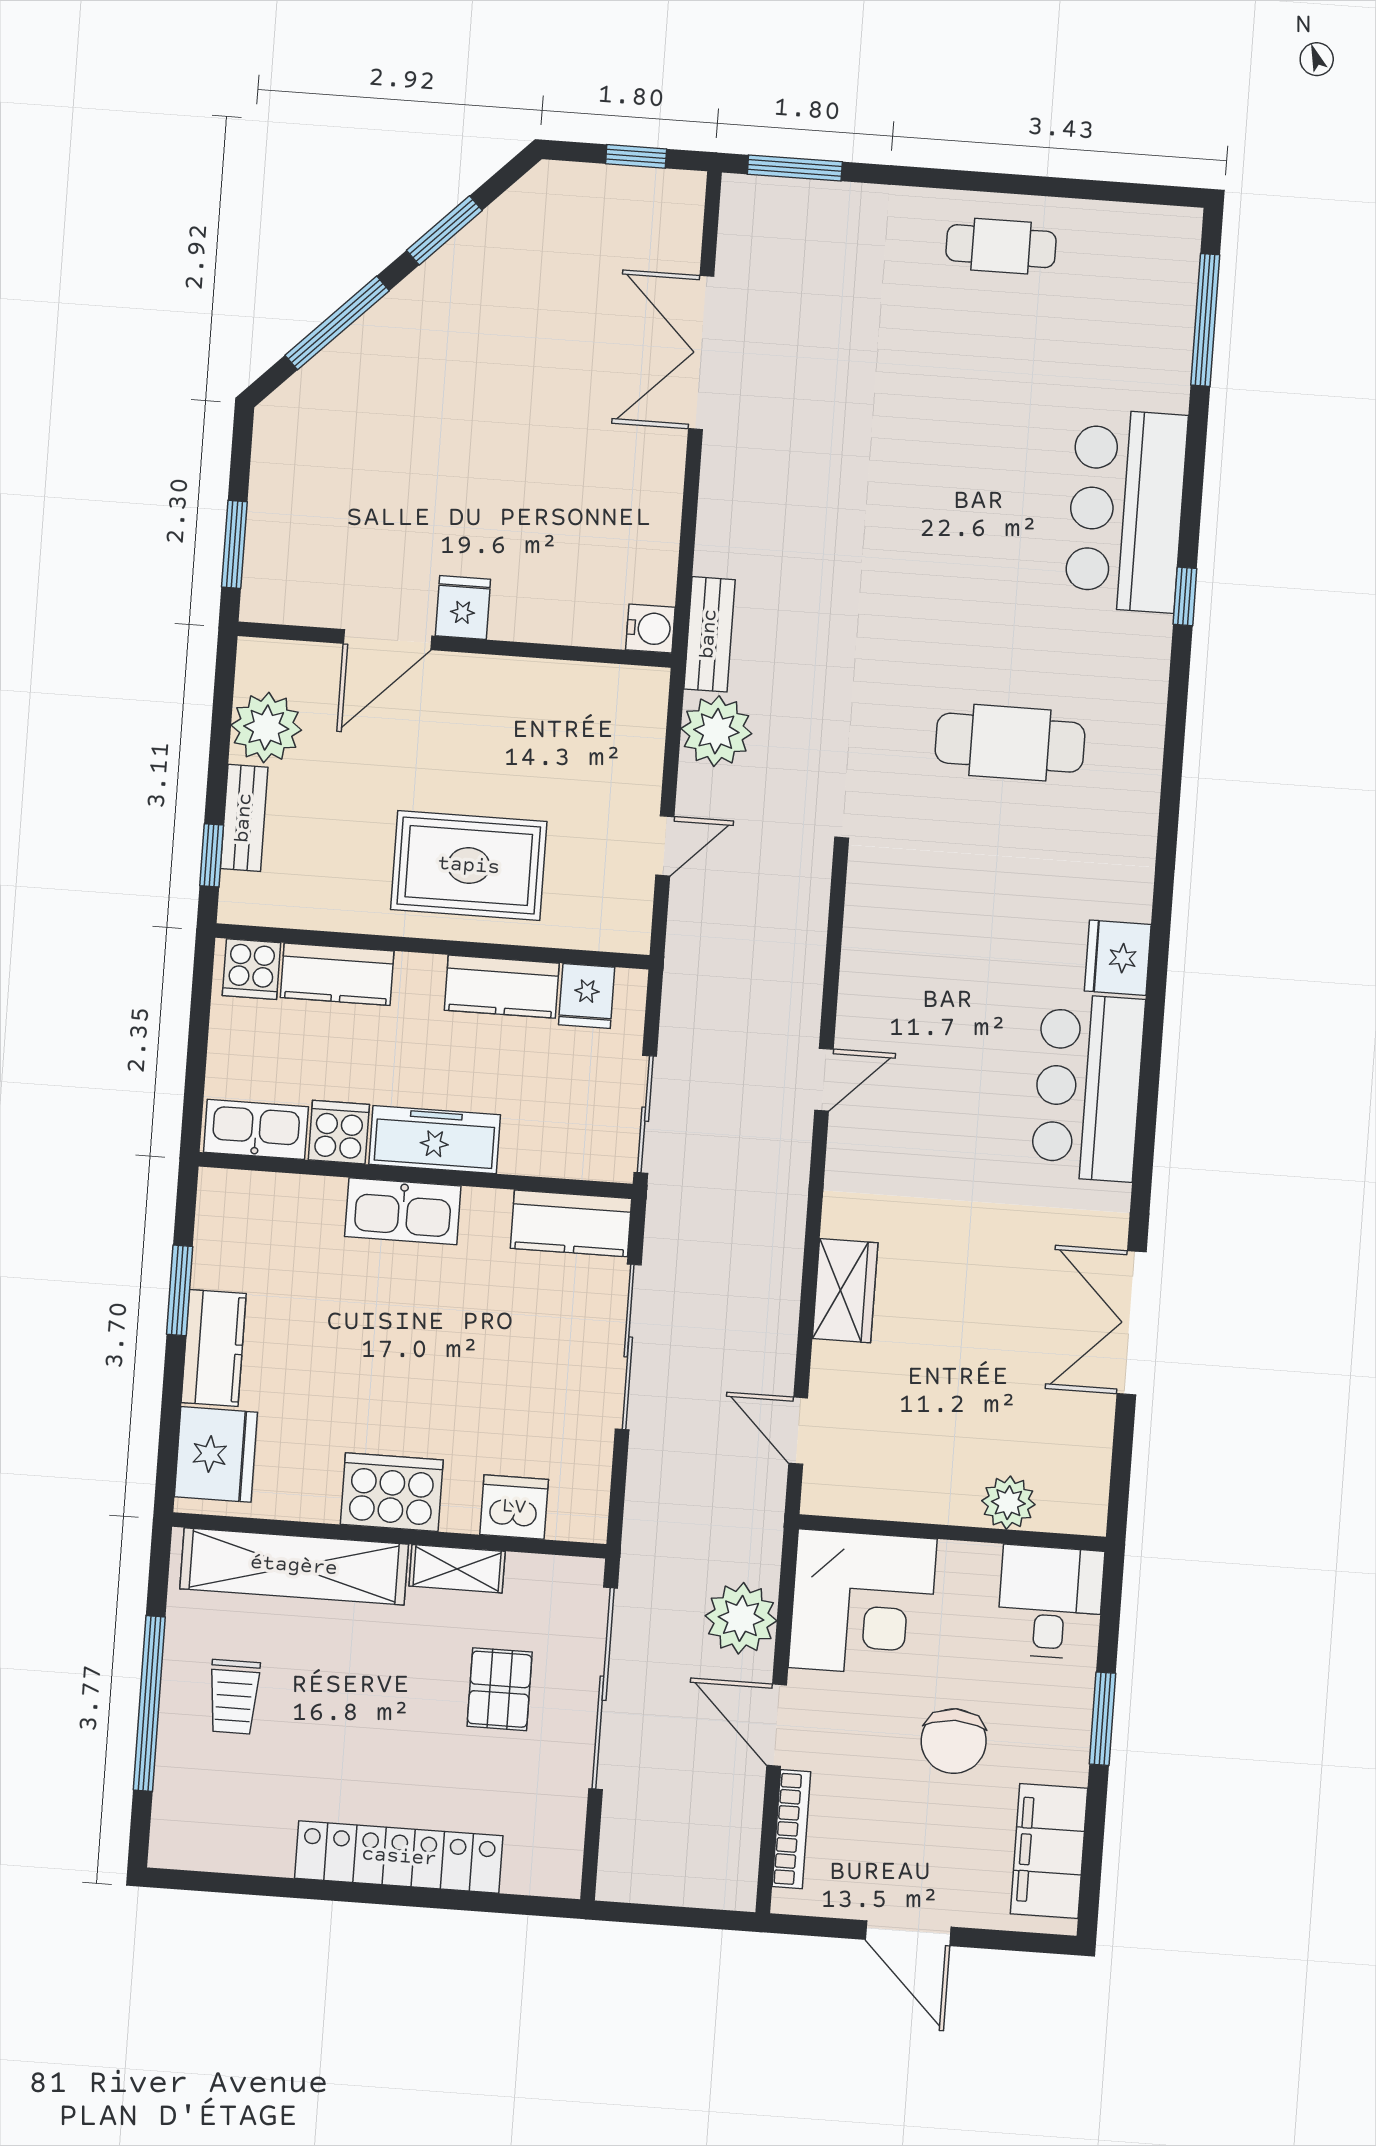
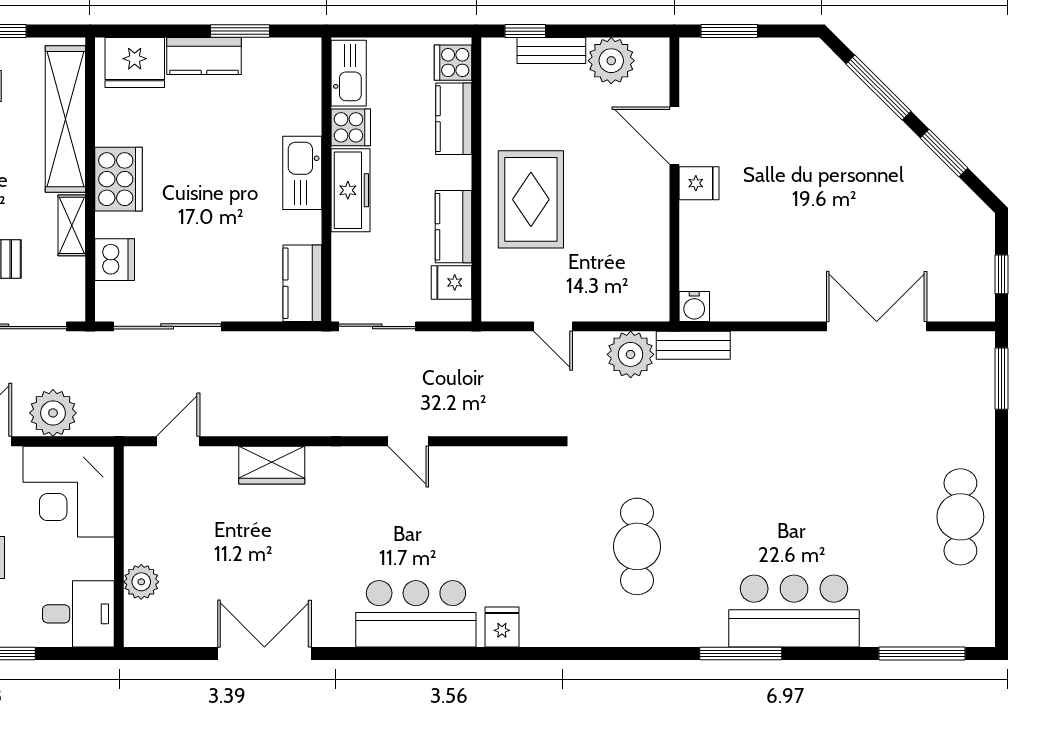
cafe table: (1001, 246) -> (960, 517), width x1.37, depth x1.35
window: (1185, 596) -> (741, 654), width x2.17
fridge: (1118, 958) -> (502, 627), width x0.72
sliding door: (628, 1347) -> (167, 326), moved

